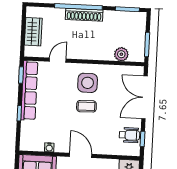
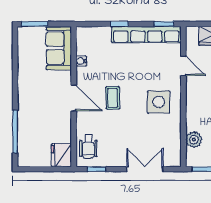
double door: (145, 97) -> (145, 169), width x0.73
coffee table: (86, 106) -> (113, 98), moved
wheelchair: (129, 135) -> (88, 147), moved
door: (81, 155) -> (74, 98), hinge flipped

